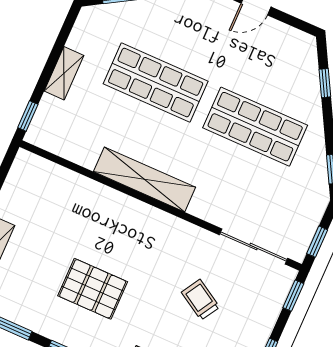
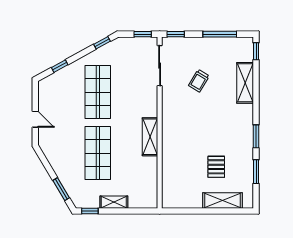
window: (28, 116) -> (90, 211), moved
shelving: (145, 179) -> (150, 137), width x0.68
pallet: (93, 289) -> (216, 167), moved, width x0.67, depth x0.71

